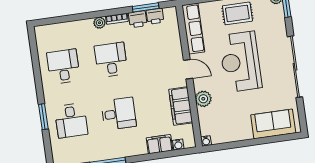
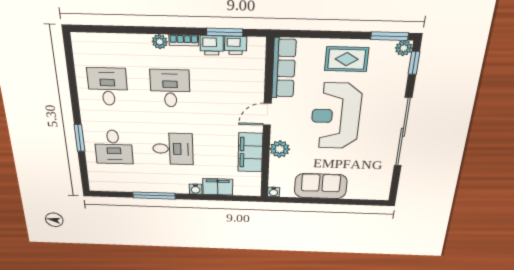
door: (188, 69) -> (267, 114), swing flipped
sofa: (273, 124) -> (321, 186), moved
water cooler: (178, 145) -> (196, 189), moved

